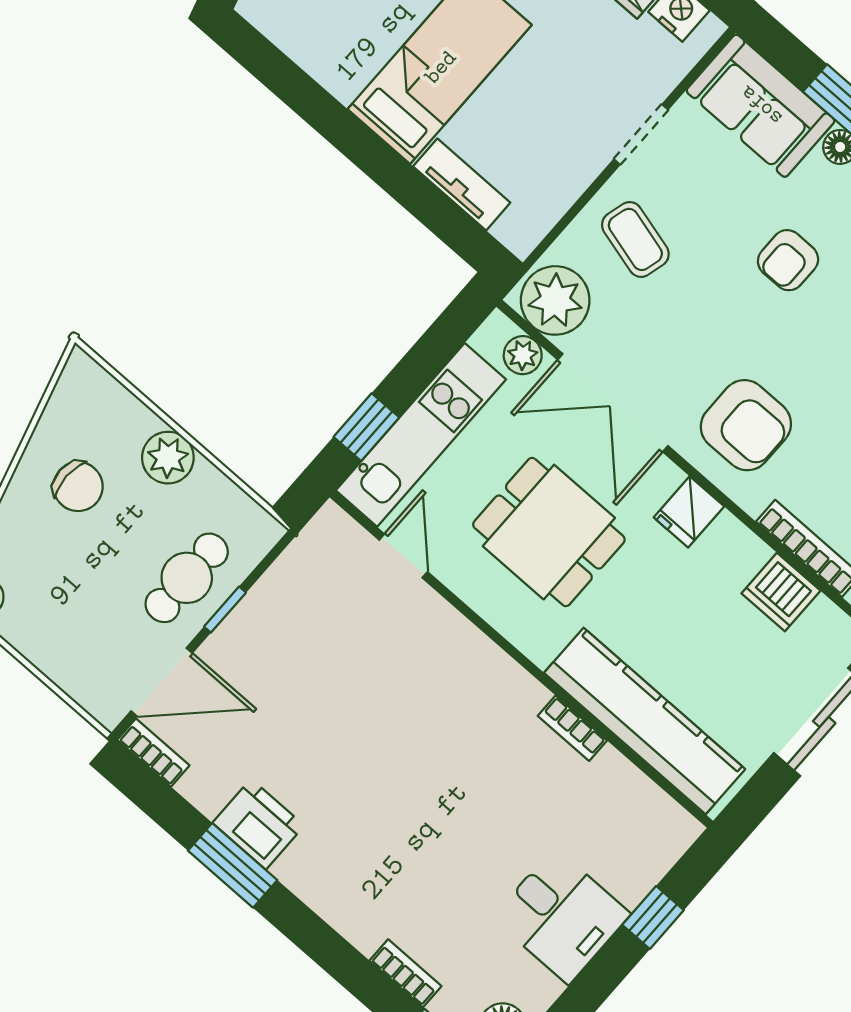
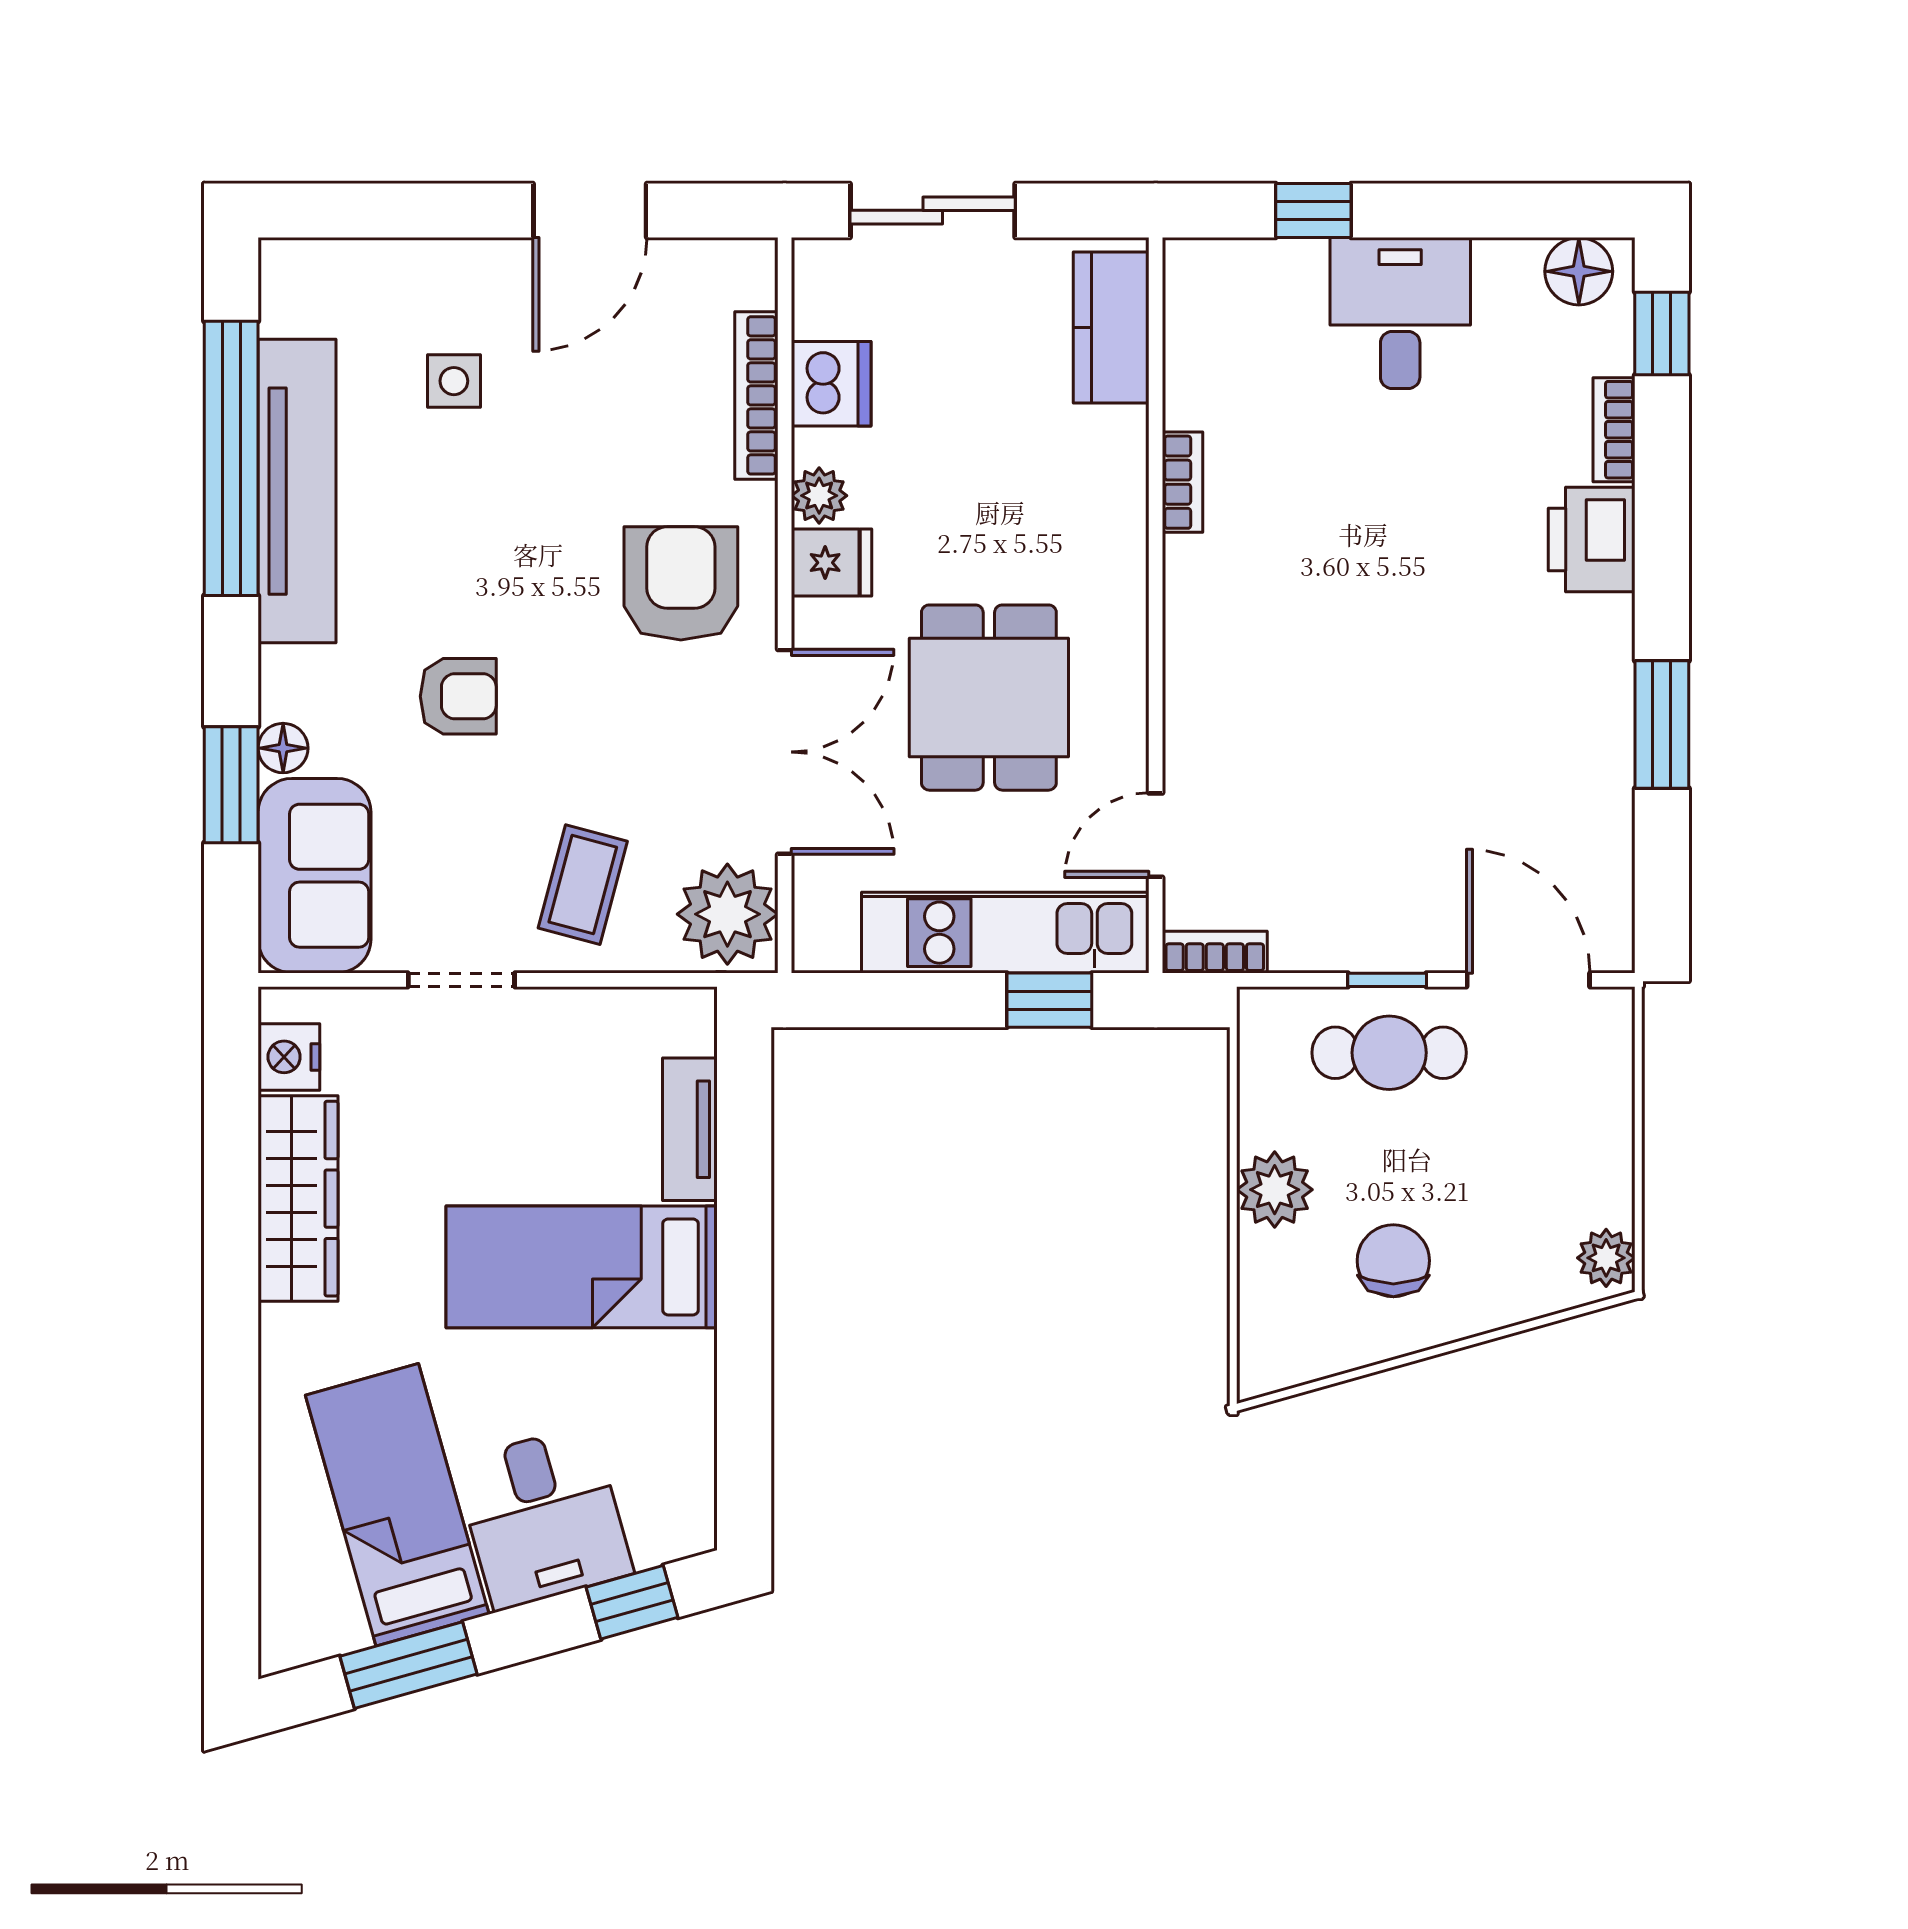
plant: (523, 355) -> (819, 496), moved
kitchen counter: (645, 721) -> (1111, 328), width x0.48, depth x0.86
bookcase: (153, 753) -> (1215, 952), moved, turned 90
printer: (258, 824) -> (1592, 540), moved

